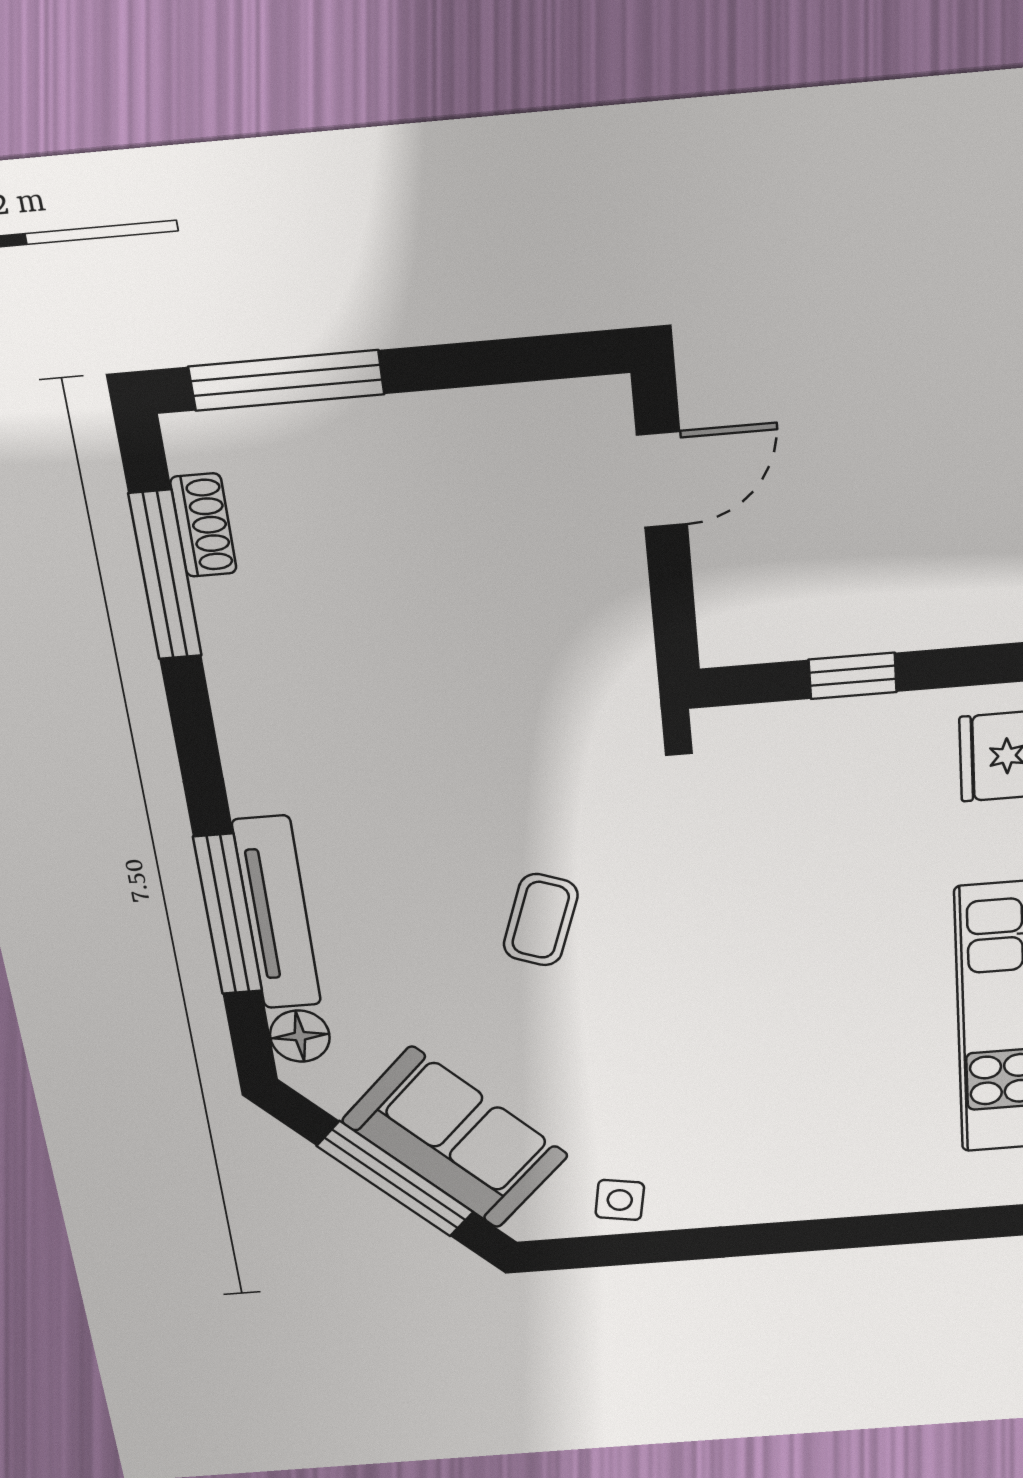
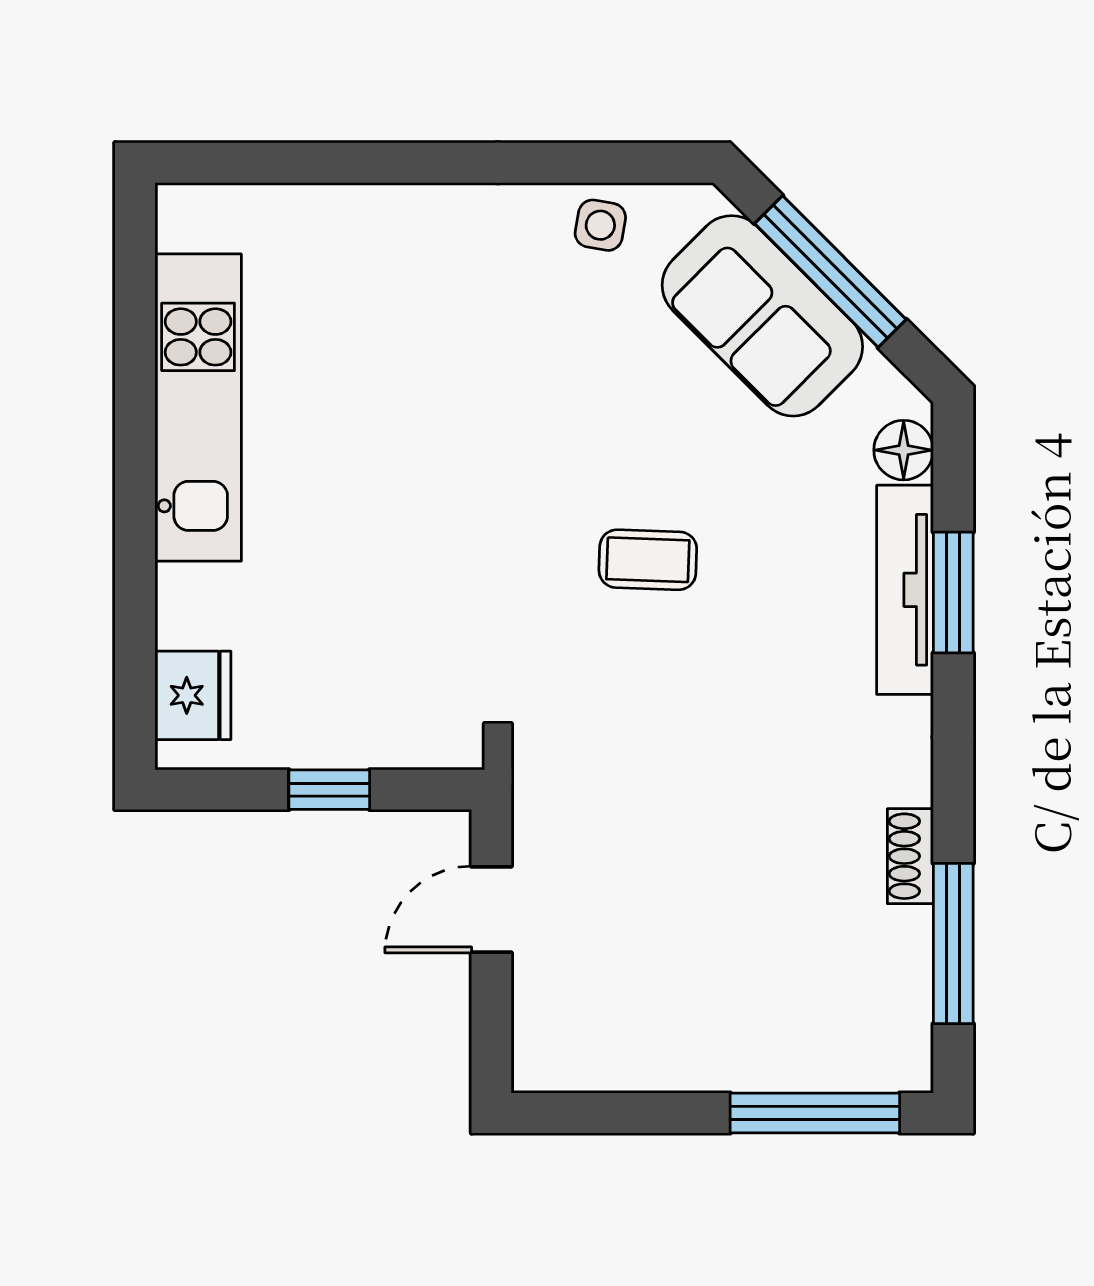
door: (662, 480) -> (491, 910), moved
shoe rack: (203, 525) -> (910, 856), moved
window: (228, 915) -> (953, 592), width x0.69
coffee table: (541, 920) -> (648, 560), turned 72

